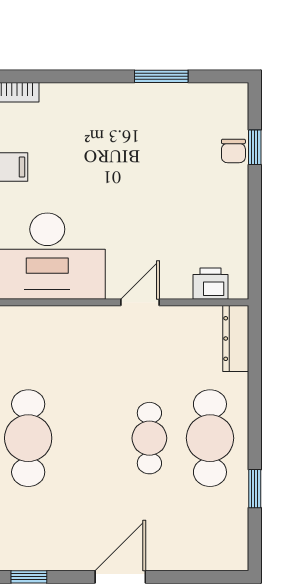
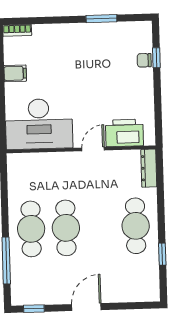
chair: (233, 151) -> (144, 60), turned 90
printer: (210, 284) -> (124, 133), width x1.87, depth x1.48
cafe table: (149, 438) -> (66, 228), moved, width x1.37, depth x1.35

